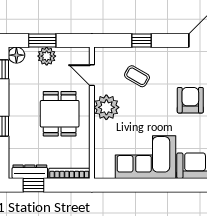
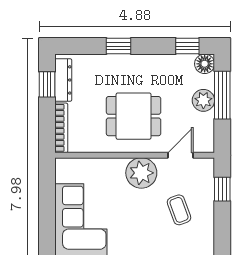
window: (42, 41) -> (222, 95), width x1.44
window: (142, 41) -> (222, 189), moved
coffee table: (137, 76) -> (179, 210), turned -50

